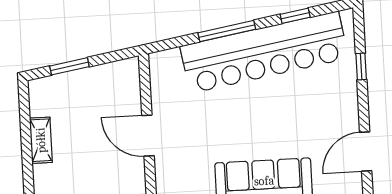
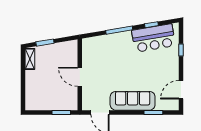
bar counter: (264, 52) -> (153, 38), width x0.54
shelving: (41, 140) -> (30, 59), moved

